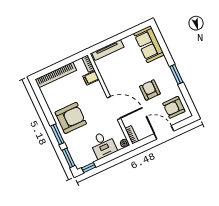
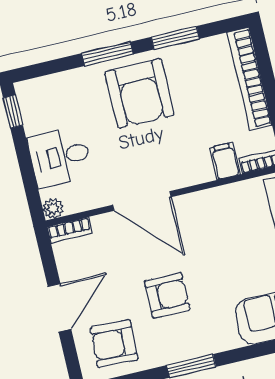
armchair: (174, 107) -> (114, 344), turned -88
door: (114, 108) -> (142, 201), hinge flipped
window: (69, 158) -> (175, 38), moved

